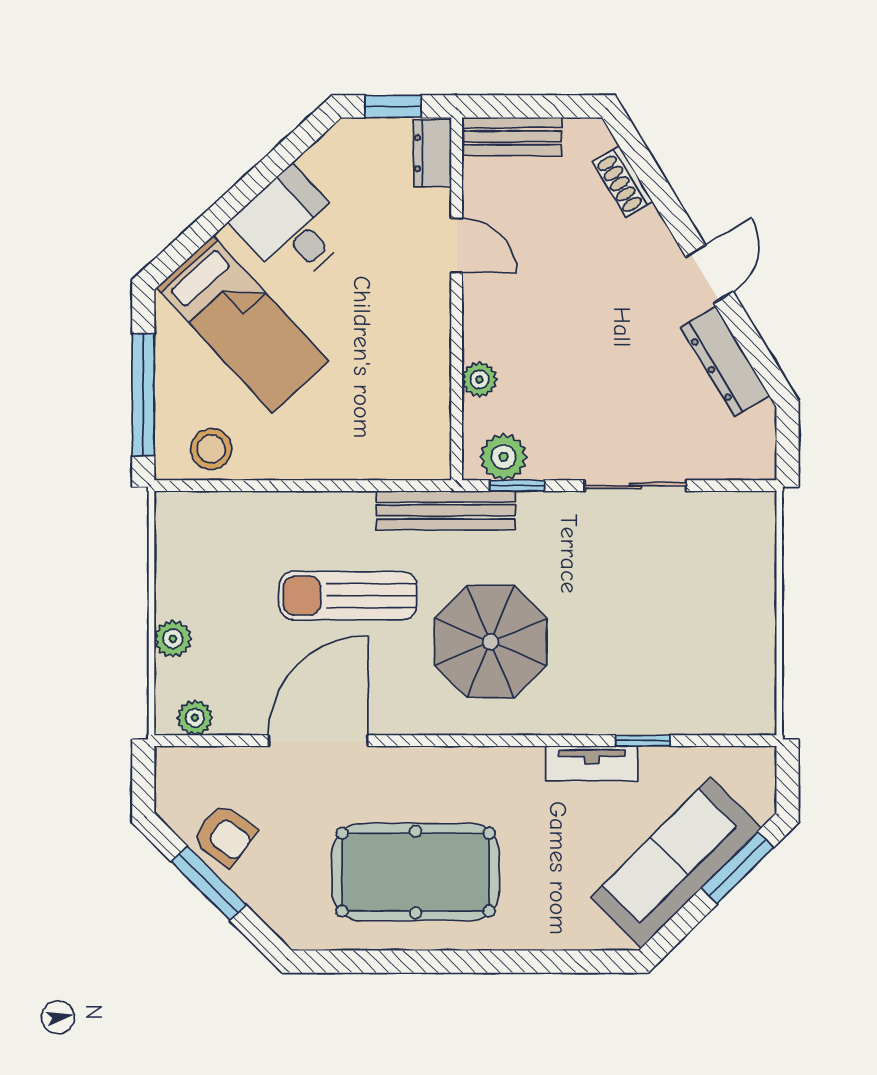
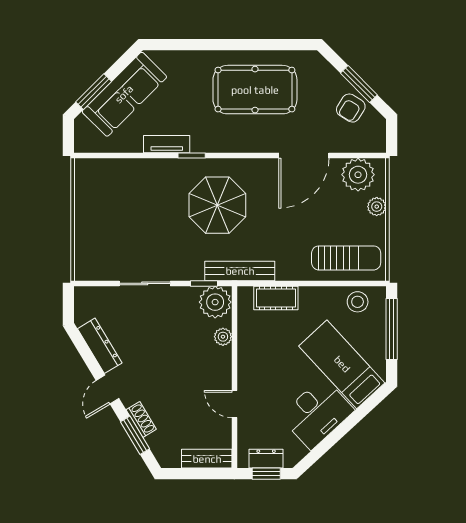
dresser: (432, 153) -> (266, 459), moved, turned -90
shoe rack: (623, 182) -> (141, 419), moved
window: (655, 183) -> (135, 435), added
desk: (292, 227) -> (317, 413), width x1.37
cot: (374, 457) -> (276, 298), added
plant: (504, 457) -> (215, 302), width x1.36, depth x1.36
sun lounger: (348, 596) -> (346, 258), moved
plant: (195, 718) -> (358, 175), width x1.87, depth x1.87
window: (643, 741) -> (192, 156), moved
armchair: (225, 835) -> (351, 108), turned -95

